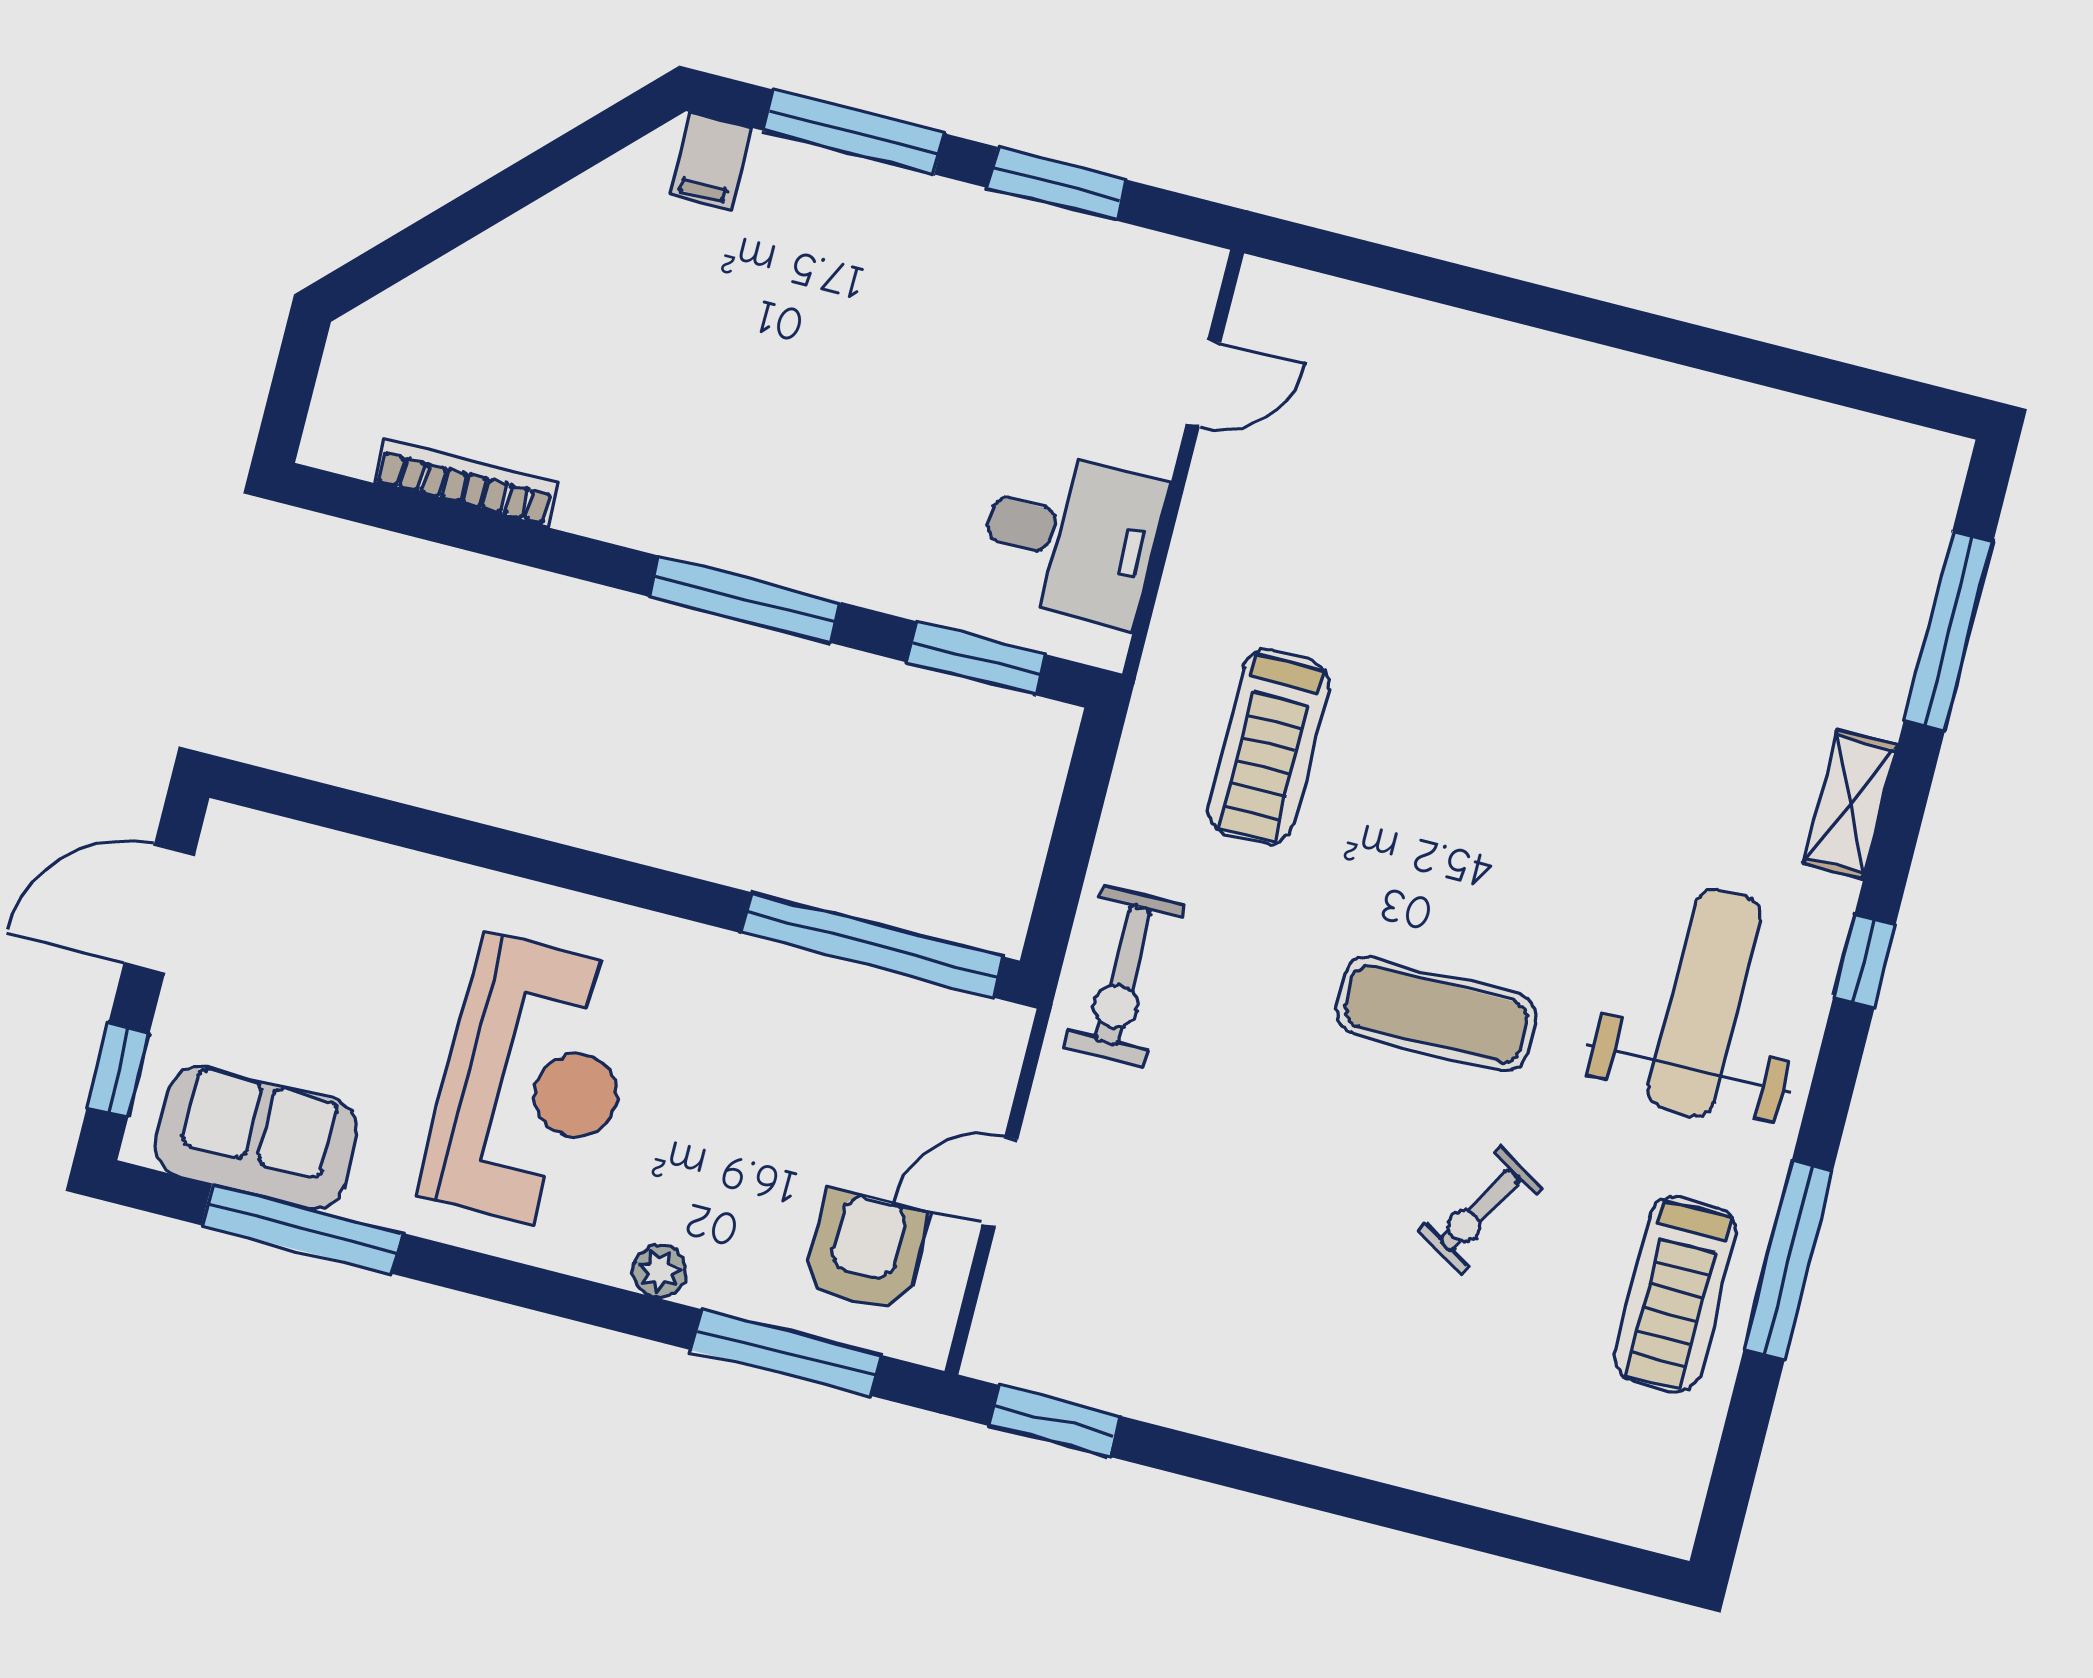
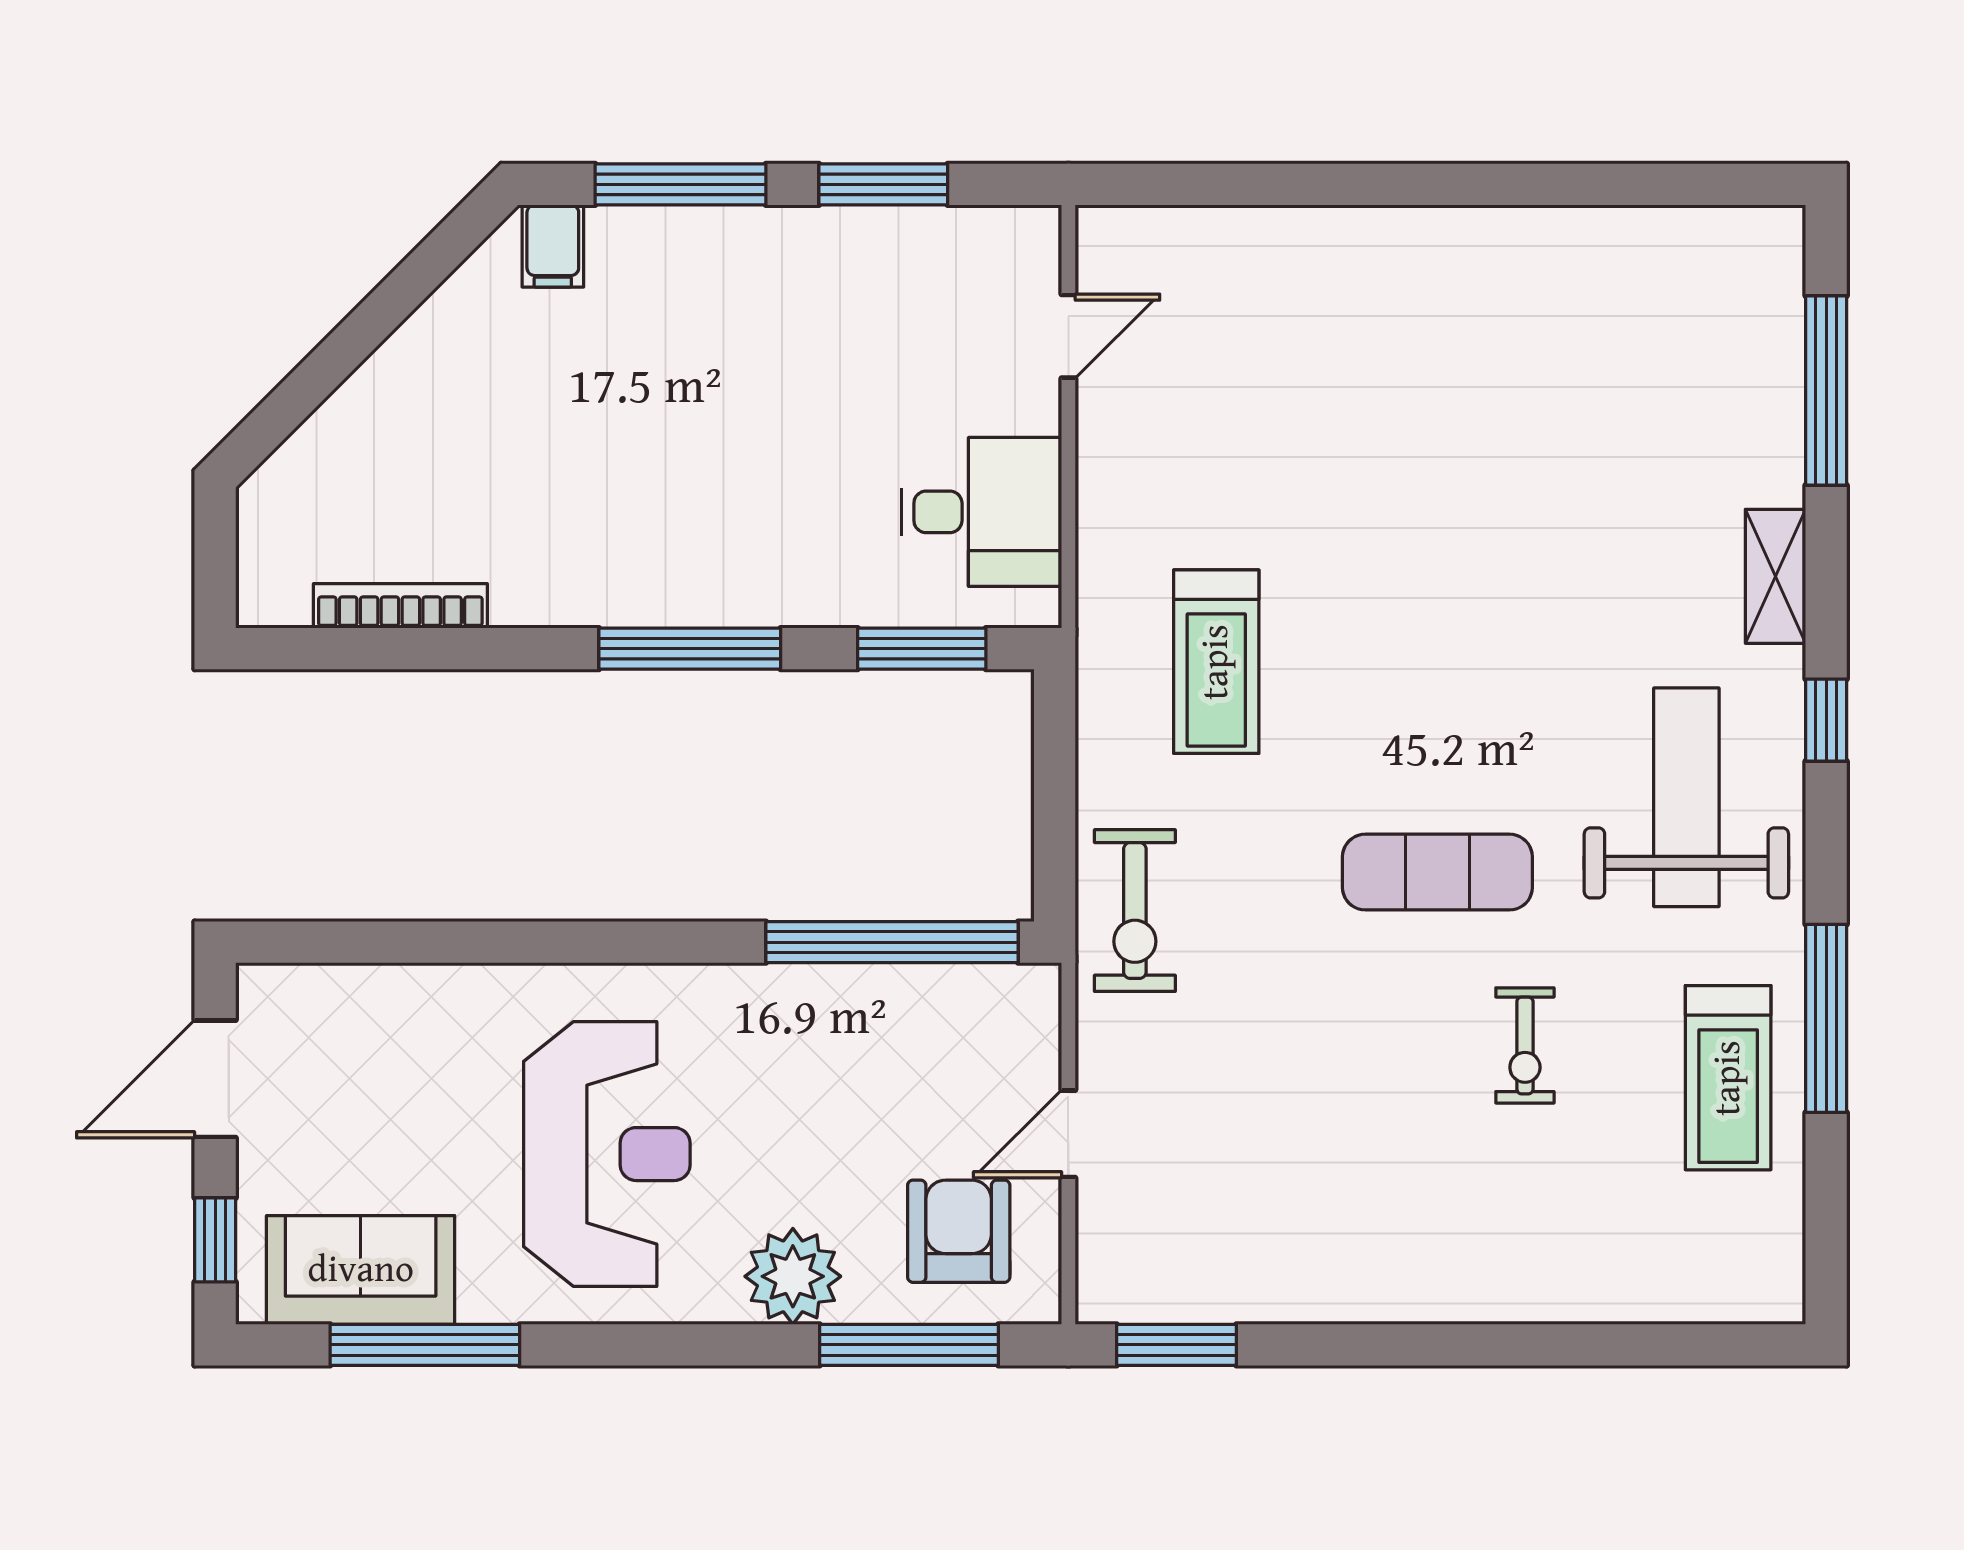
exercise bike: (1480, 1210) -> (1525, 1045), turned -30
plant: (659, 1271) -> (793, 1276), width x1.87, depth x1.87

